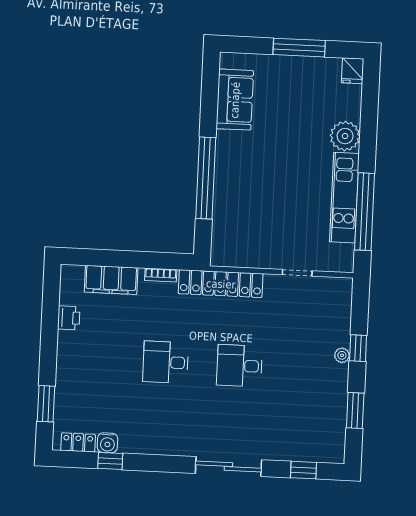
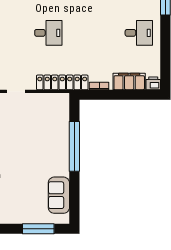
window: (299, 48) -> (38, 229), moved
printer: (69, 318) -> (153, 83), moved, turned 90
desk: (166, 362) -> (139, 33), moved

